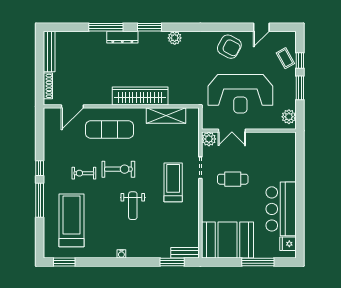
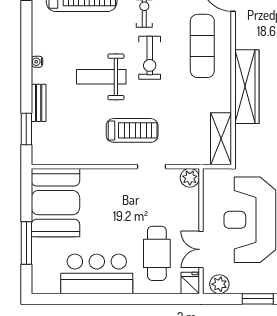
shelving: (166, 115) -> (221, 139), moved
double door: (232, 131) -> (201, 249), moved
cafe table: (233, 179) -> (157, 253), moved, width x1.37, depth x1.35
weight bench: (133, 206) -> (101, 77), width x1.36, depth x1.33
fridge: (288, 244) -> (190, 283), moved
bench: (185, 253) -> (39, 103), moved

